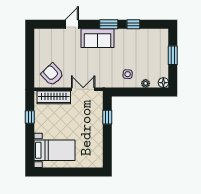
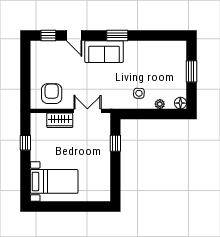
door: (72, 24) -> (74, 35), swing flipped
window: (133, 24) -> (48, 35), moved
armchair: (52, 74) -> (52, 94), turned 43
wardrobe: (54, 97) -> (60, 120), width x0.67

